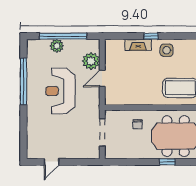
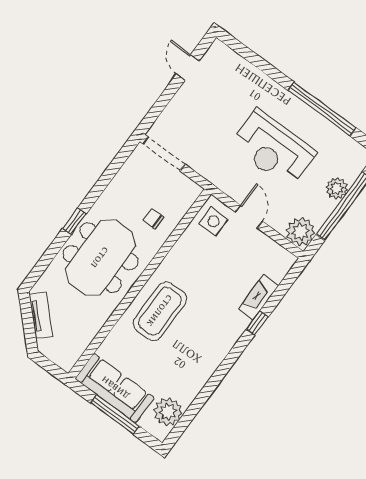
side table: (167, 50) -> (214, 221), moved
plant: (91, 61) -> (300, 232), moved
reception desk: (60, 91) -> (273, 149), turned 180
doorway: (102, 132) -> (164, 154), moved

